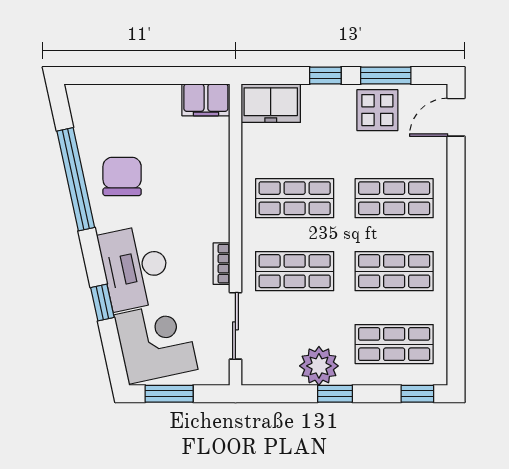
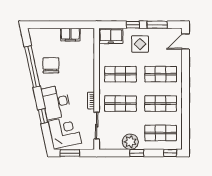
filing cabinet: (206, 100) -> (70, 35), moved
display table: (377, 110) -> (140, 44), moved

